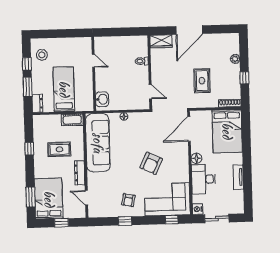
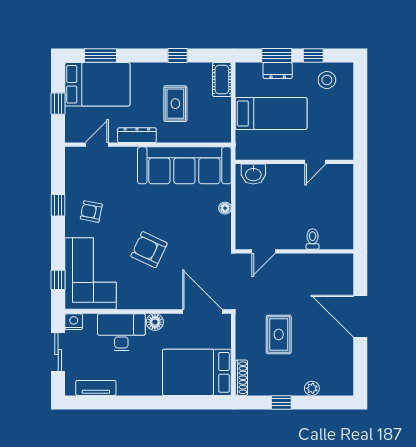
wardrobe: (161, 41) -> (343, 271), removed
rug: (202, 81) -> (279, 334), turned 90
dresser: (37, 103) -> (278, 71), moved
cot: (72, 120) -> (222, 80), moved
tv unit: (238, 177) -> (96, 388), moved

